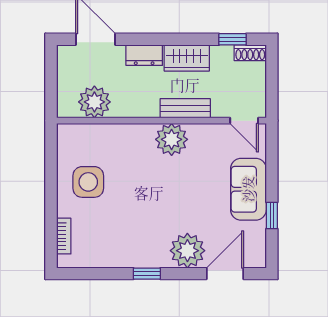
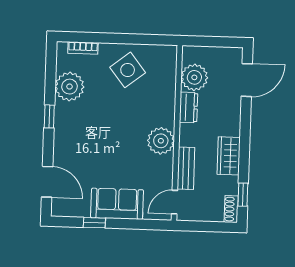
dresser: (144, 55) -> (189, 107), moved, turned 180
bench: (185, 108) -> (186, 168), moved
side table: (88, 182) -> (128, 70), turned -38
plant: (187, 251) -> (70, 87), moved

